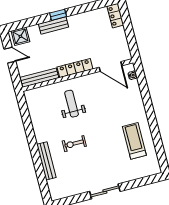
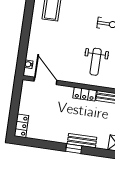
locker: (75, 68) -> (85, 94), width x0.66

